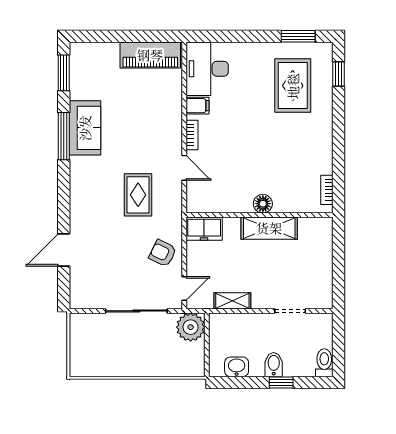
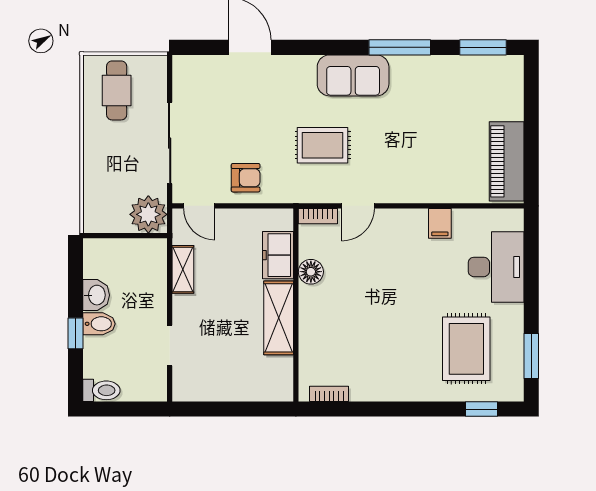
desk: (207, 69) -> (496, 267), moved, turned 90
rug: (293, 86) -> (466, 349), turned 90
sofa: (85, 128) -> (353, 75), moved
bookcase: (192, 135) -> (318, 216), moved
floor lamp: (263, 204) -> (311, 272), moved
freezer: (204, 229) -> (278, 255), moved
armchair: (163, 253) -> (246, 178), turned 64
cafe table: (96, 351) -> (117, 90), added
washbasin: (237, 367) -> (96, 295), moved

